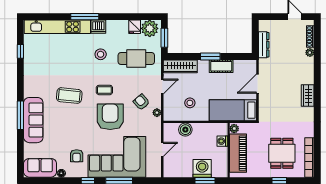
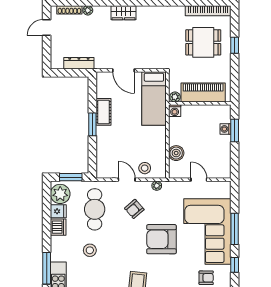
dishwasher: (98, 27) -> (58, 227), moved
wardrobe: (180, 66) -> (104, 159), removed
coffee table: (104, 90) -> (131, 246), removed
wardrobe: (308, 96) -> (124, 13), moved
armchair: (141, 102) -> (134, 209), moved
stool: (190, 103) -> (145, 168), moved
washing machine: (222, 141) -> (175, 111), moved
washing machine: (202, 168) -> (225, 129), width x0.53, depth x0.53

